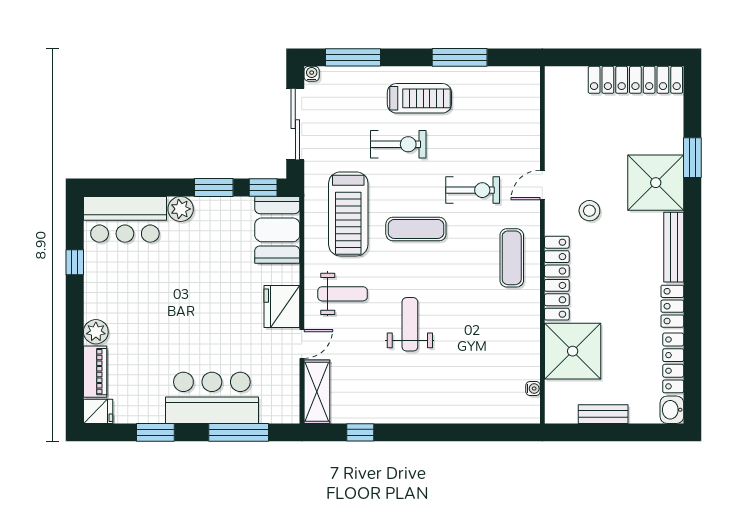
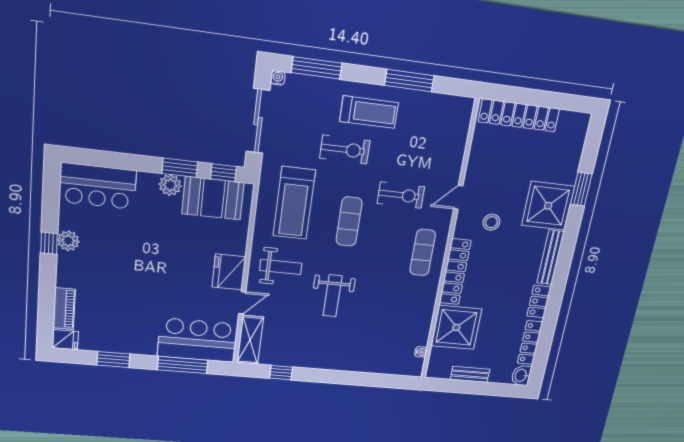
locker: (635, 80) -> (519, 115), moved
plant: (181, 209) -> (170, 185), moved
exercise mat: (416, 229) -> (349, 221), turned 90
booth: (277, 230) -> (213, 198), moved, turned 90
window: (75, 262) -> (49, 243), moved
weight bench: (410, 324) -> (332, 296), turned 180
plant: (96, 332) -> (68, 241), moved
bar counter: (212, 398) -> (197, 340), moved

